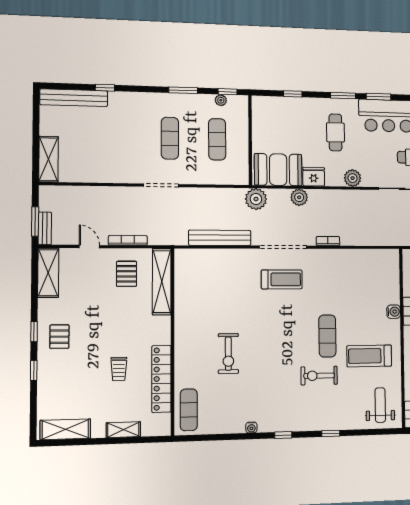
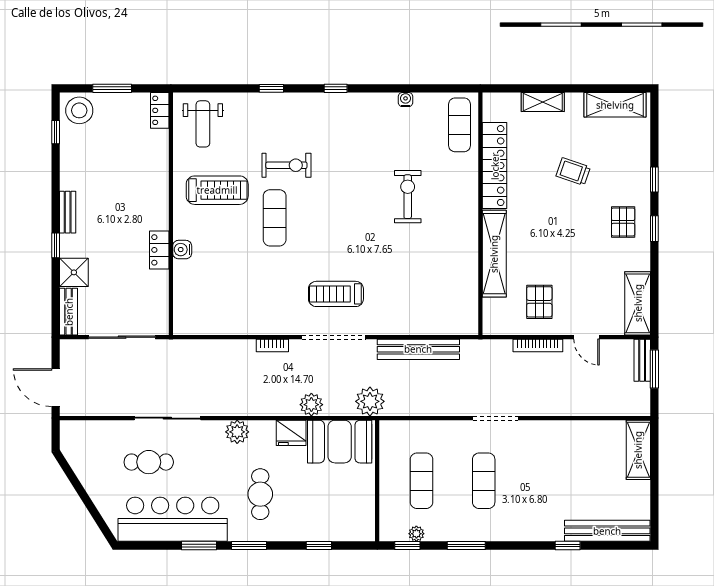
shelving: (162, 282) -> (494, 254), moved
trolley: (119, 369) -> (573, 172), moved, turned -71
water cooler: (251, 427) -> (406, 100), moved

